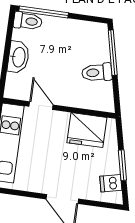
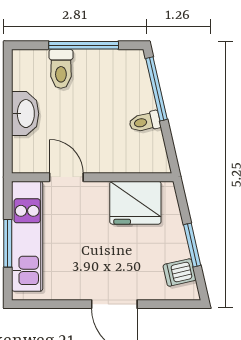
window: (44, 12) -> (84, 45), moved
toilet: (28, 21) -> (61, 69), moved, turned 90
toilet: (97, 72) -> (145, 122), width x0.73, depth x0.72

